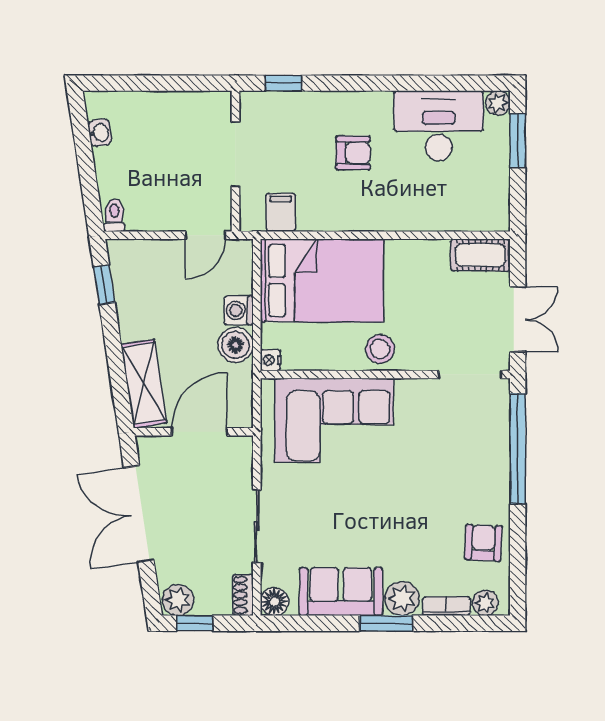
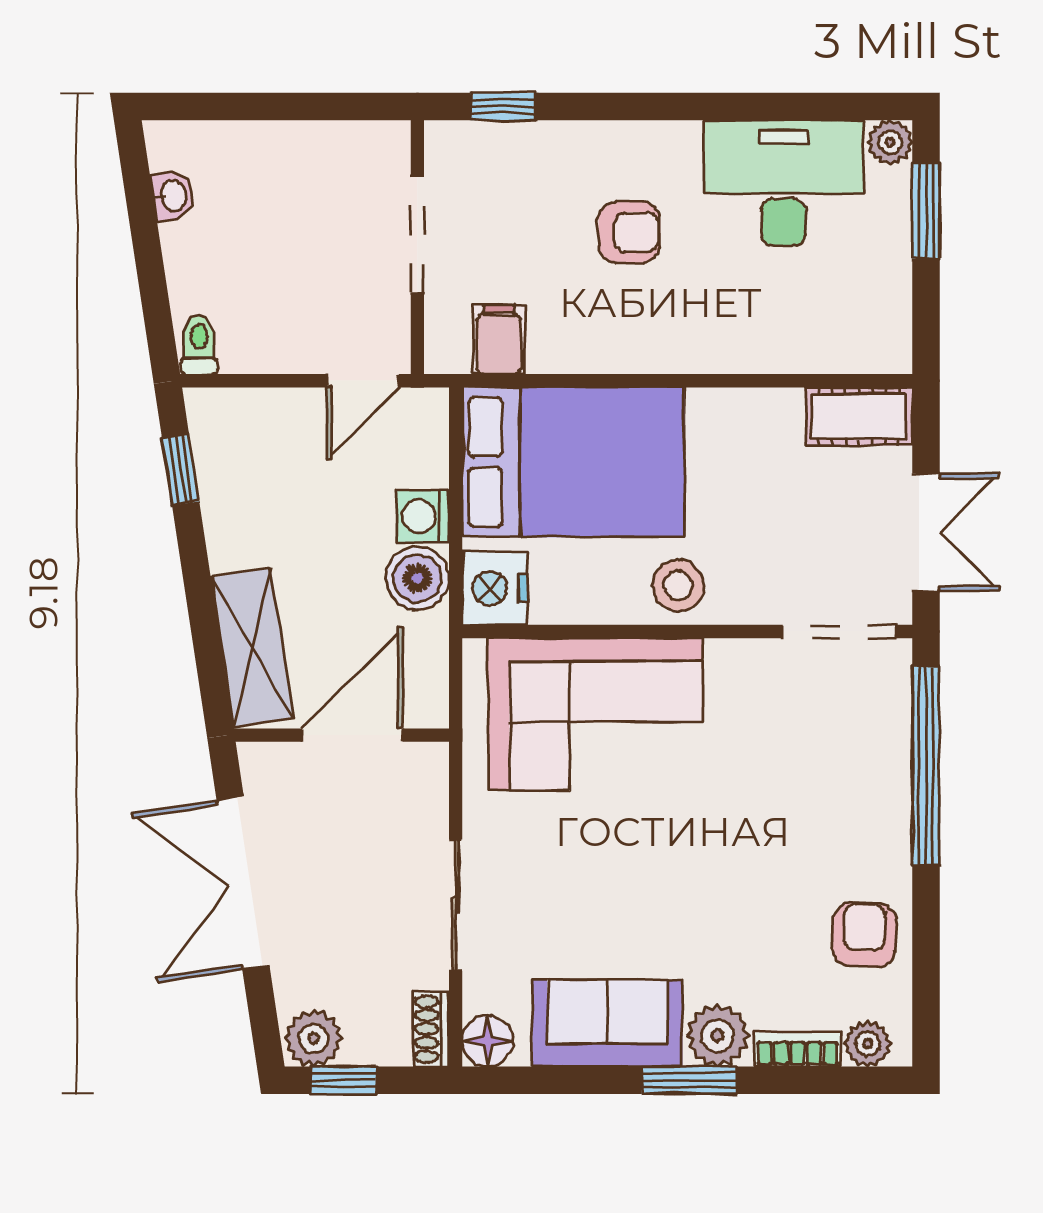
nightstand: (270, 360) -> (495, 588), width x1.89, depth x1.79

